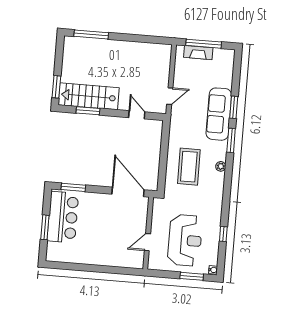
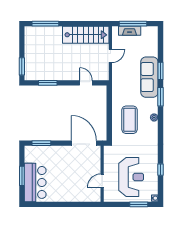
stairs: (89, 96) -> (86, 35), moved, turned 180
door: (170, 96) -> (110, 56), moved
bar counter: (63, 217) -> (35, 182), moved

